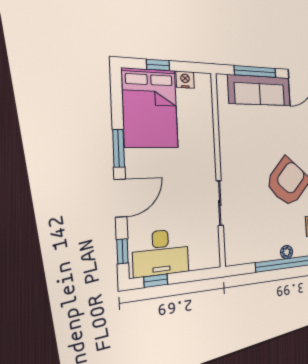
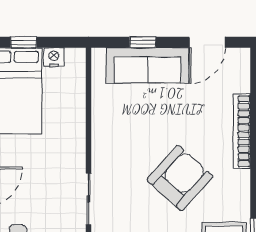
window: (255, 72) -> (143, 42), width x0.46

